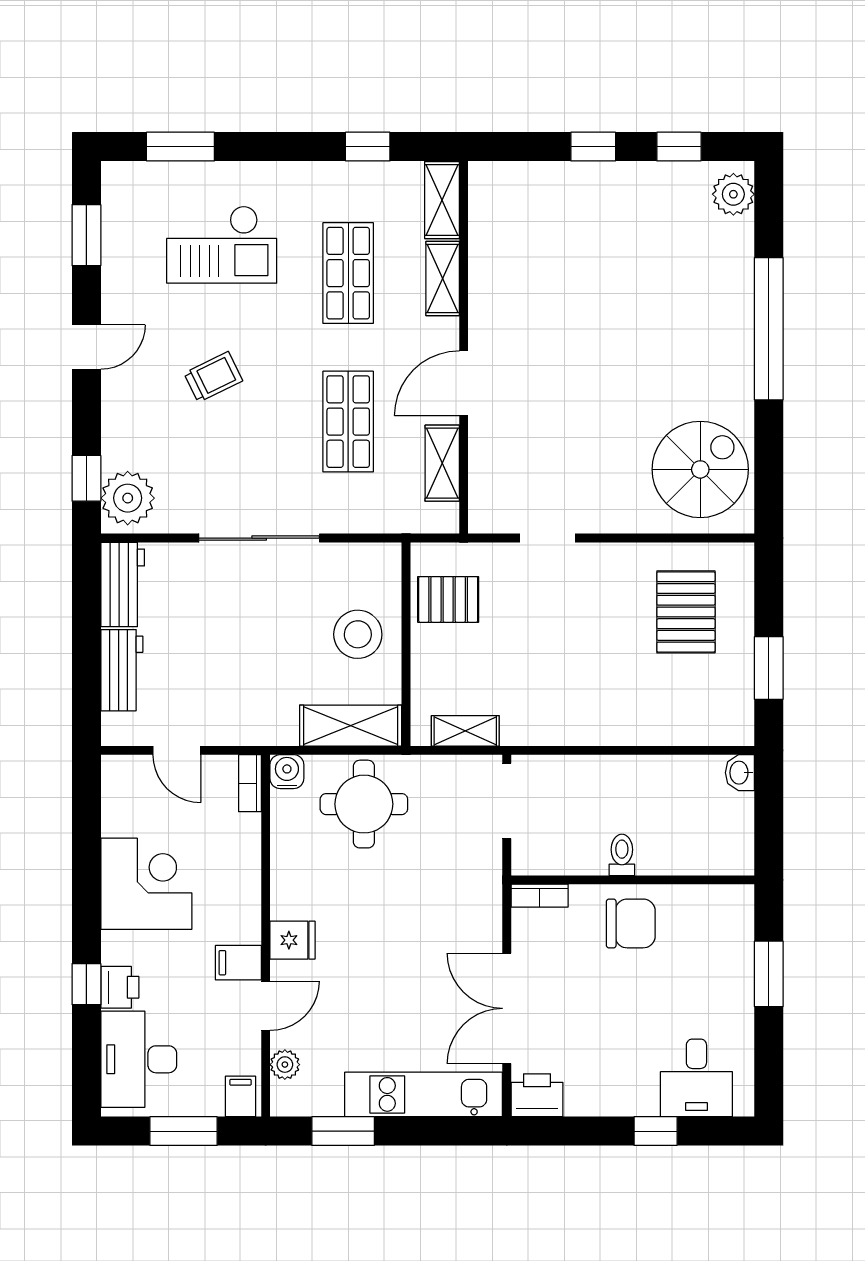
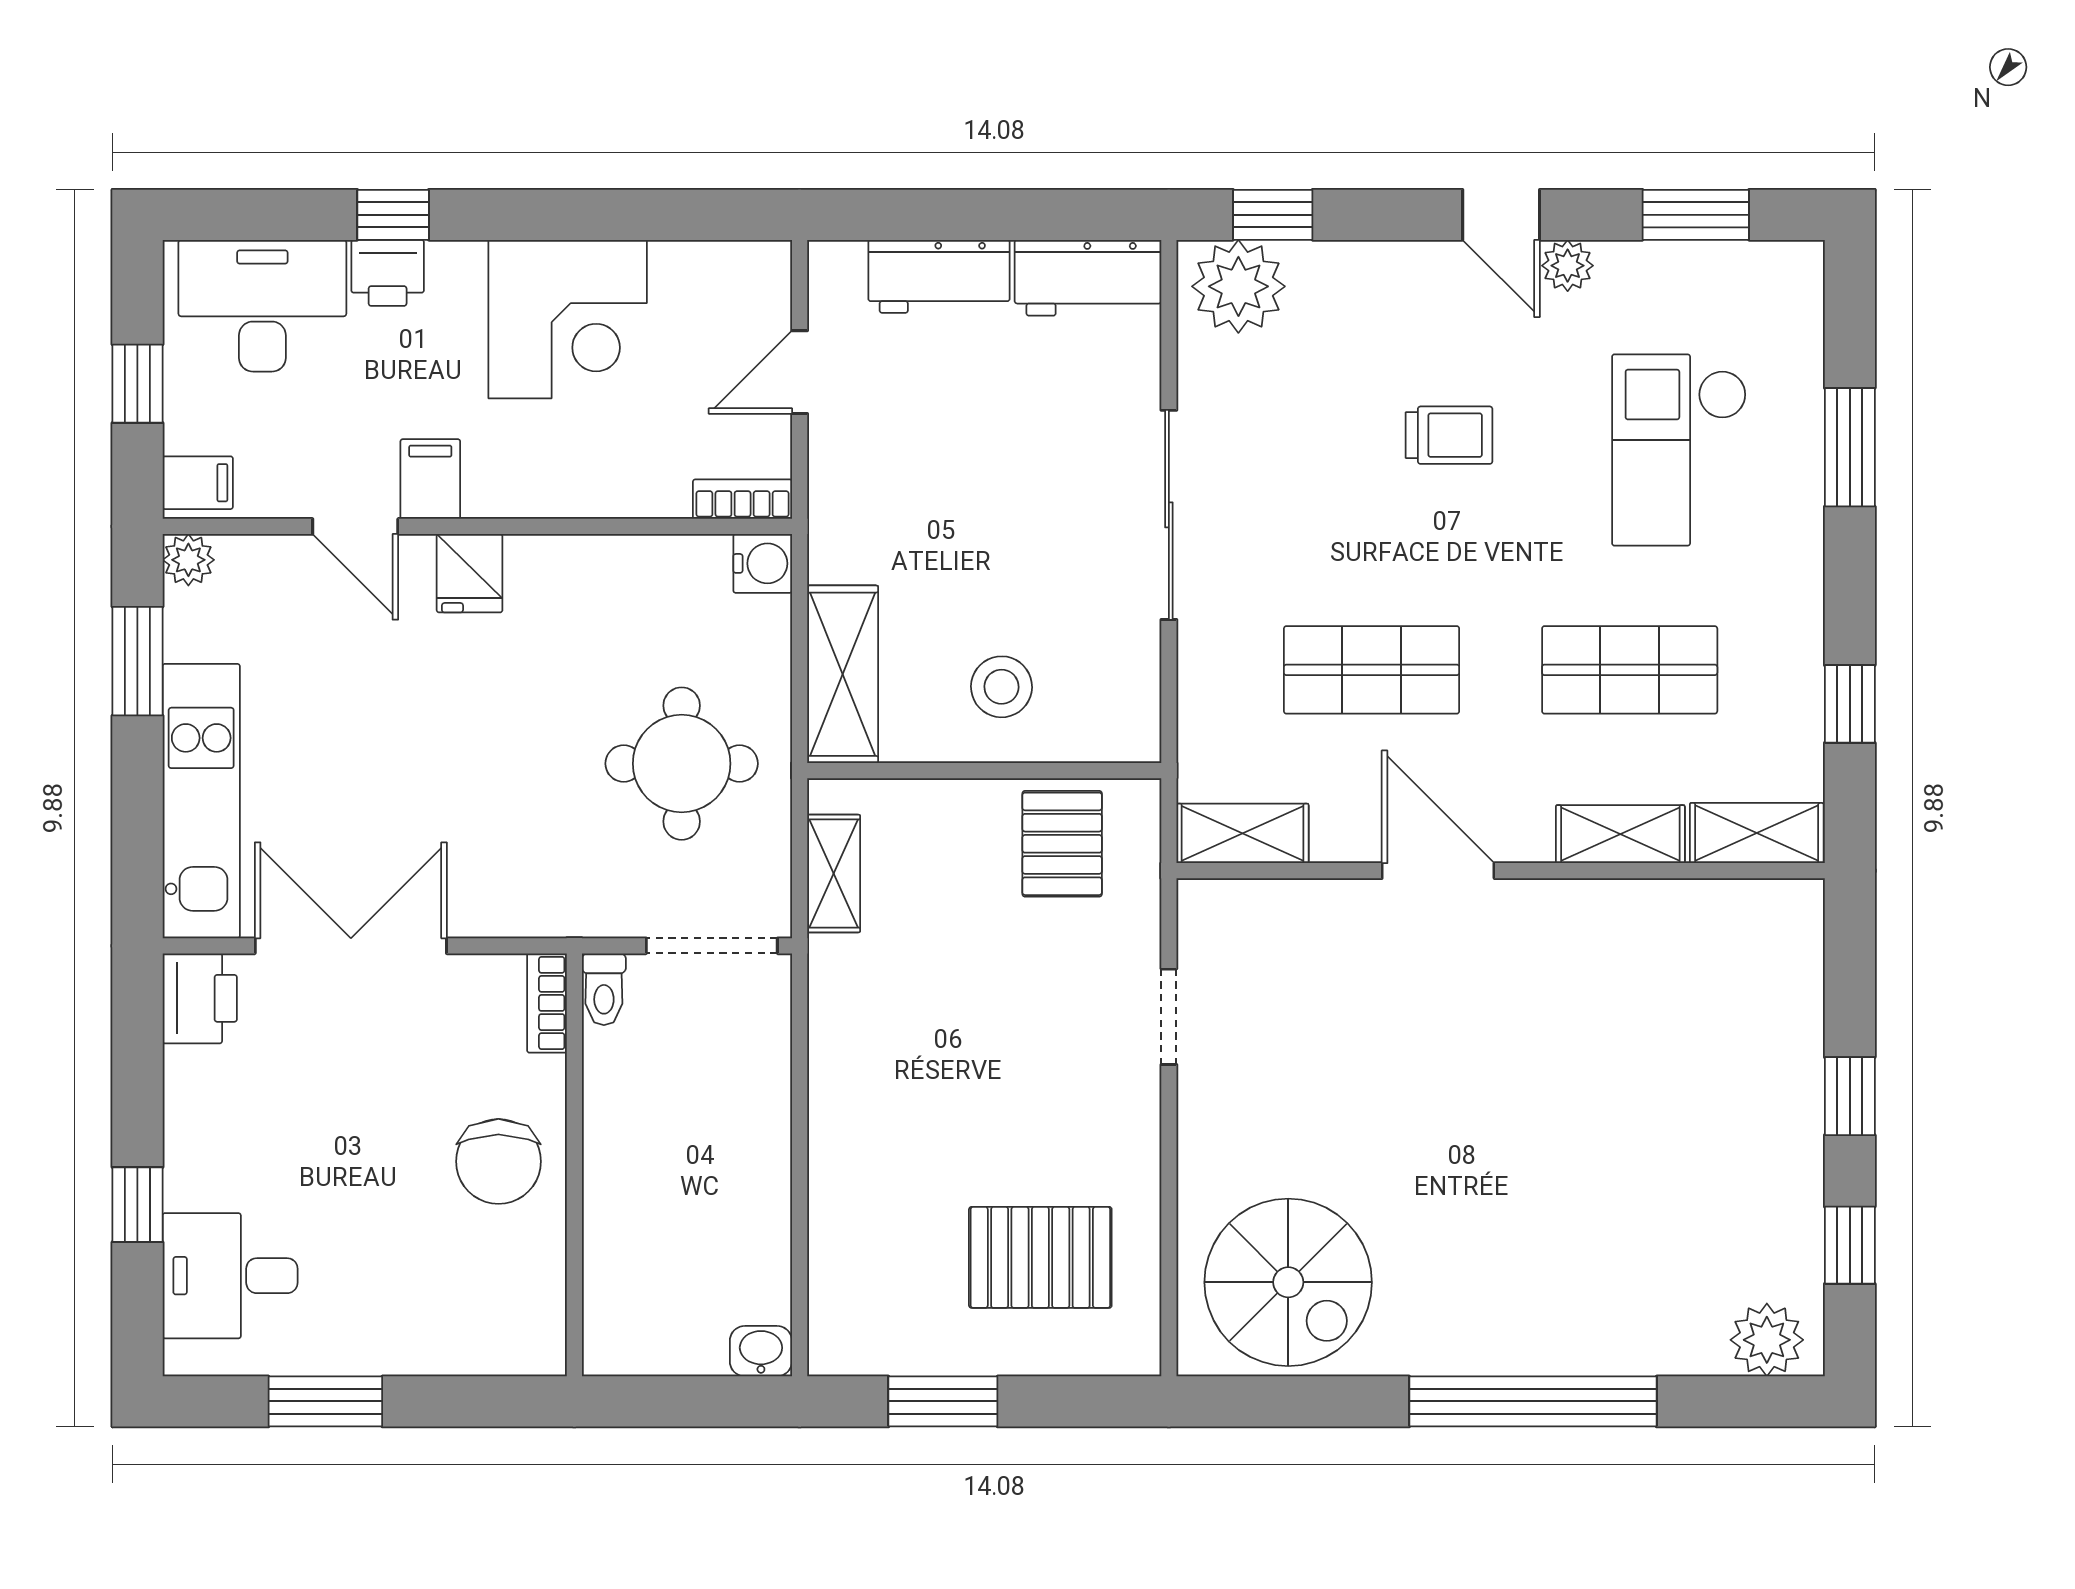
window: (180, 147) -> (1850, 447), moved
plant: (116, 309) -> (1568, 266), added
trolley: (213, 377) -> (1449, 435), turned -64
shelving: (442, 463) -> (1243, 833), moved
stool: (358, 634) -> (1001, 687), width x0.73, depth x0.73
round table: (364, 804) -> (682, 764), moved
toilet: (622, 855) -> (604, 989), moved, turned 90
window: (769, 974) -> (325, 1401), moved
plant: (285, 1065) -> (188, 560), moved
window: (184, 1131) -> (137, 384), width x0.67

